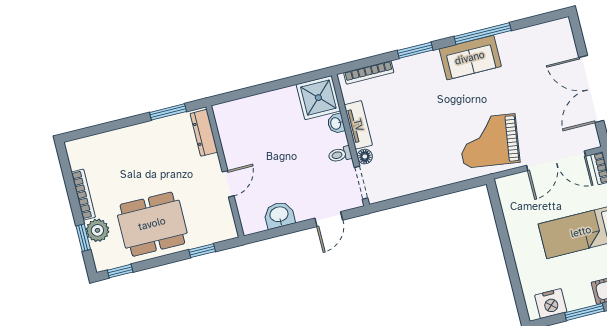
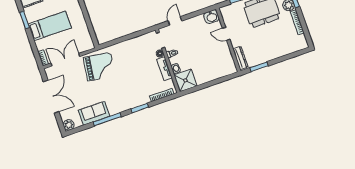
plant: (561, 29) -> (69, 125), added
sofa: (470, 58) -> (94, 113), moved
door: (228, 184) -> (226, 34), hinge flipped
washbasin: (279, 215) -> (212, 17), moved

